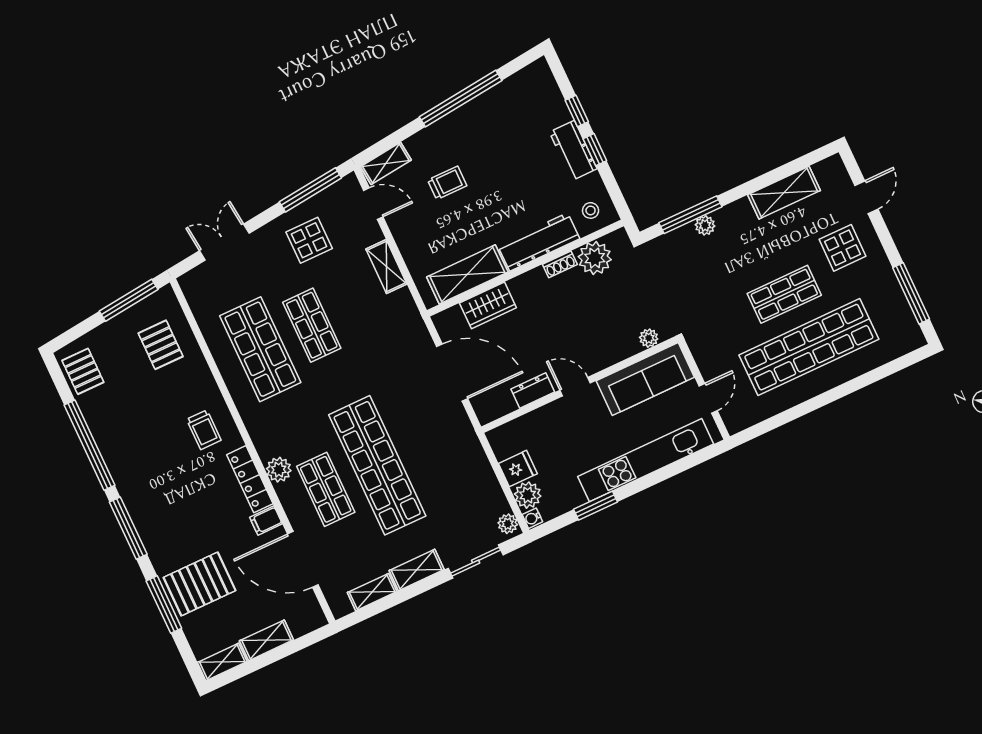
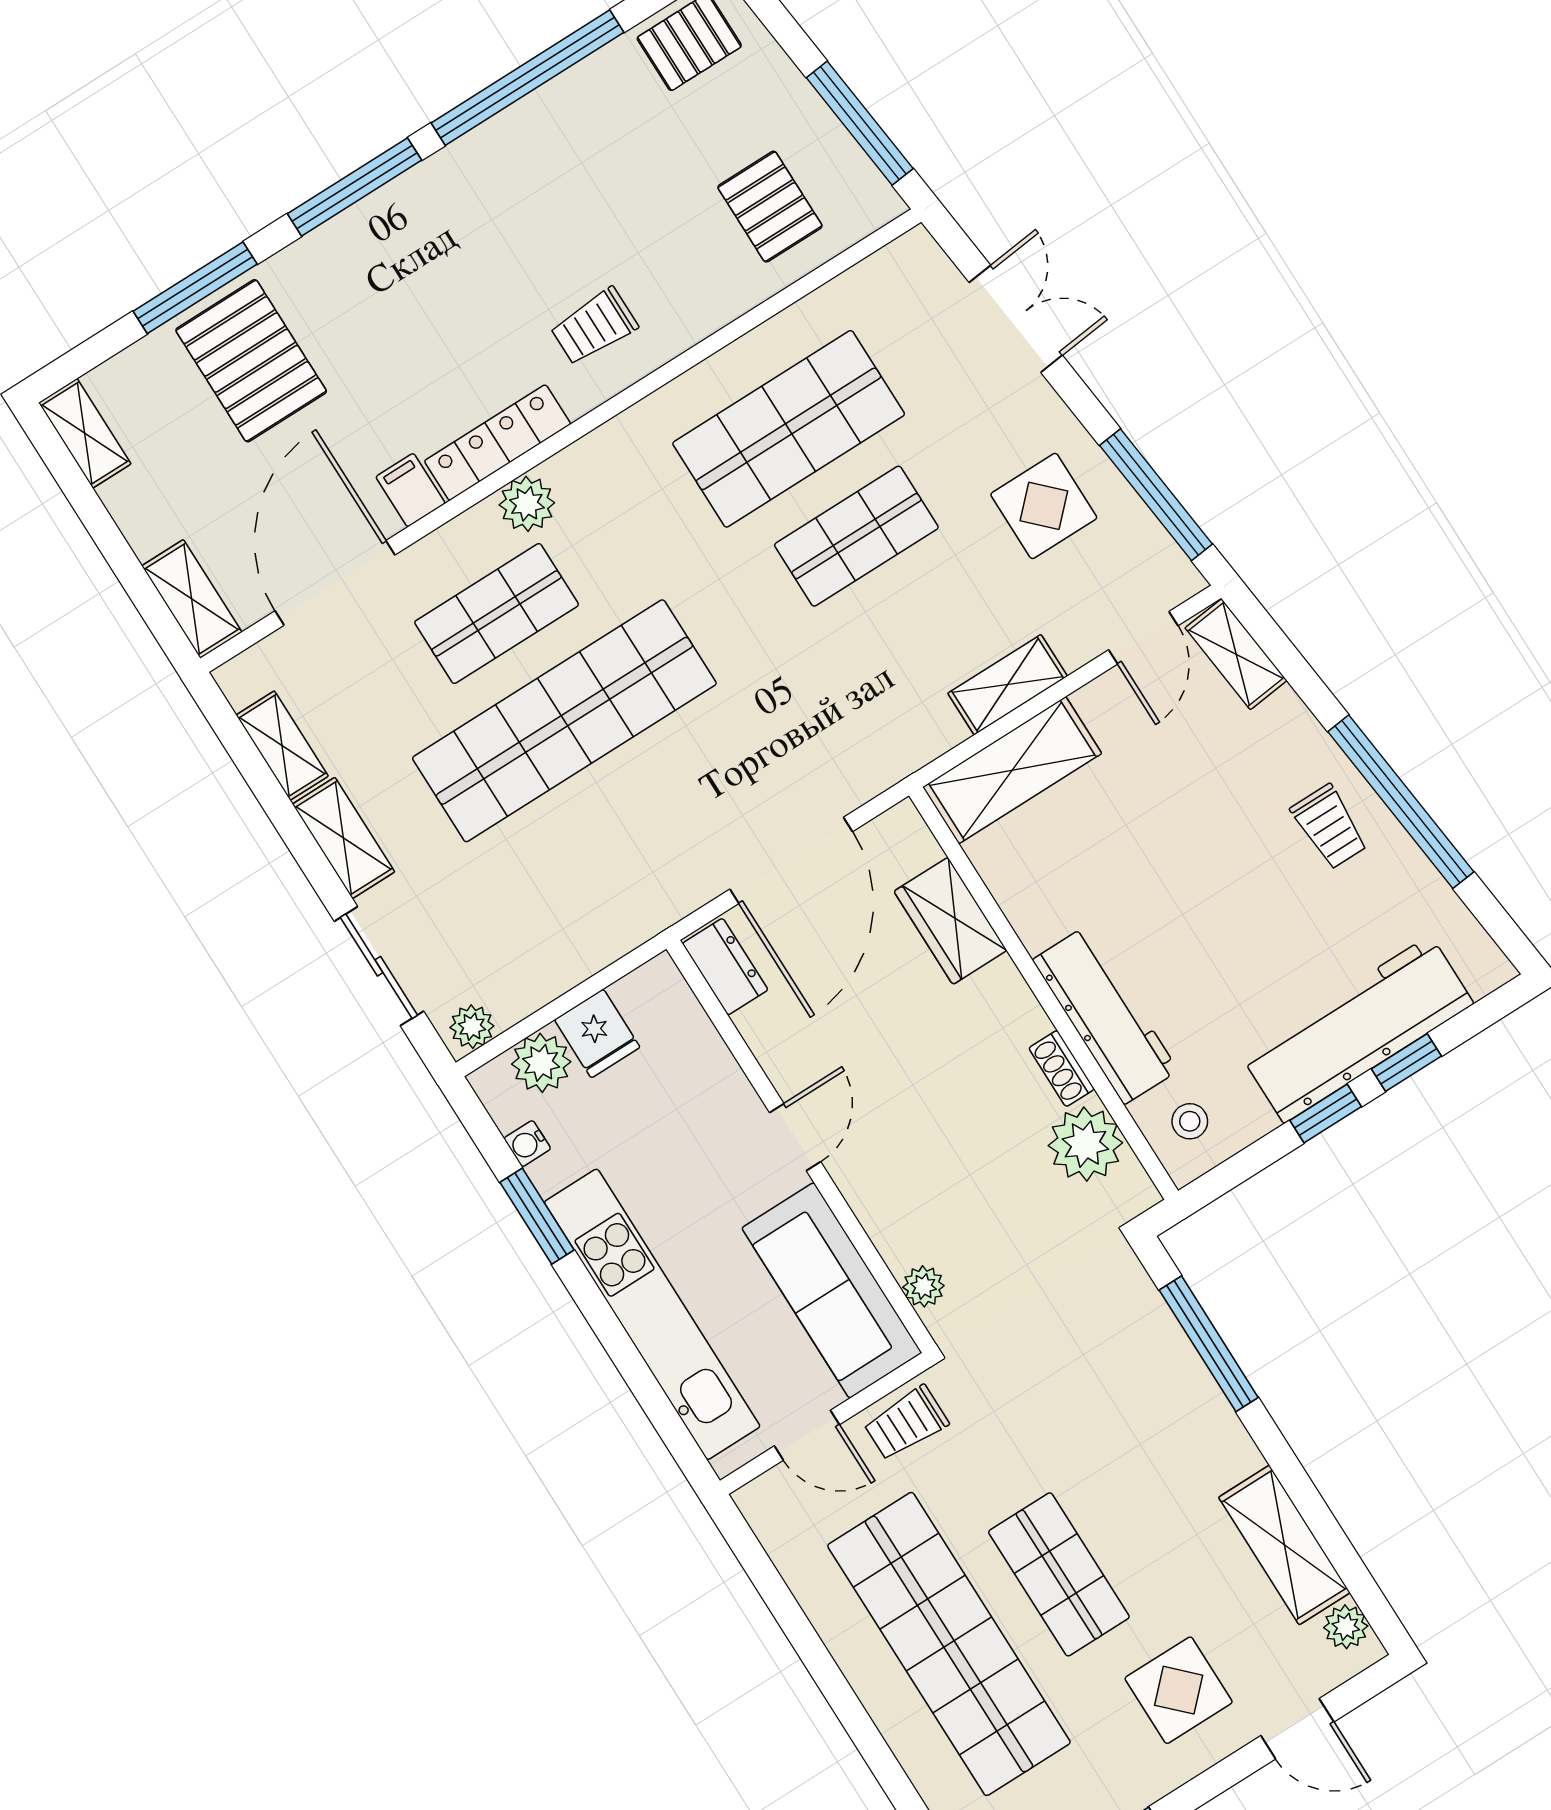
workbench: (573, 150) -> (1357, 1029), width x1.88, depth x1.32
trolley: (447, 183) -> (1329, 827), moved
plant: (705, 225) -> (1346, 1627), moved
shelving: (467, 274) -> (1012, 770), moved, turned 90
pallet: (161, 345) -> (770, 207), turned 90
trolley: (708, 354) -> (906, 1423), added
dresser: (533, 391) -> (725, 967), moved
water cooler: (532, 518) -> (527, 1144), moved, turned -90
shelving: (266, 640) -> (192, 599), moved

